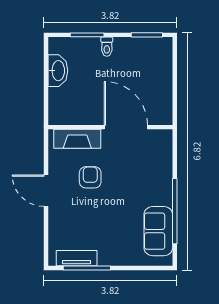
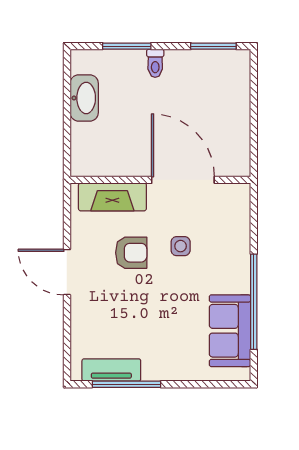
side table: (124, 173) -> (181, 246), added
armchair: (90, 177) -> (131, 253), turned 90

